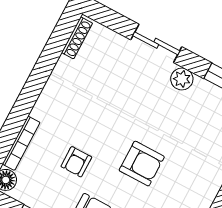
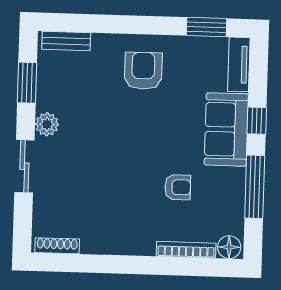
armchair: (142, 164) -> (143, 71), moved

